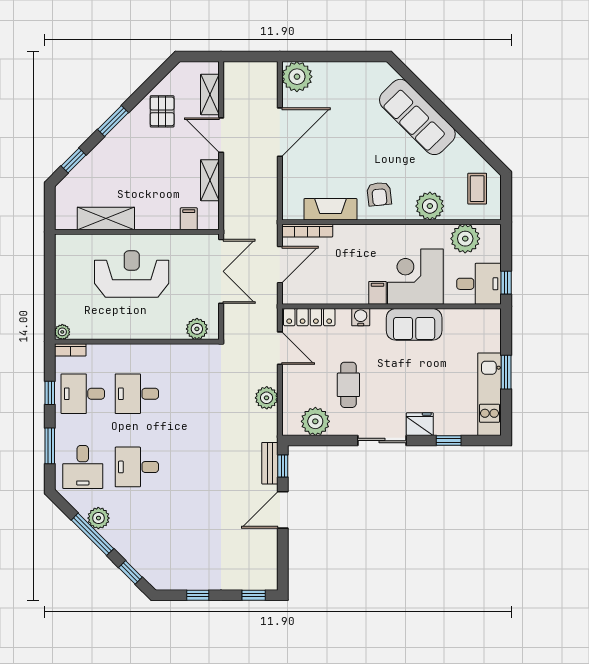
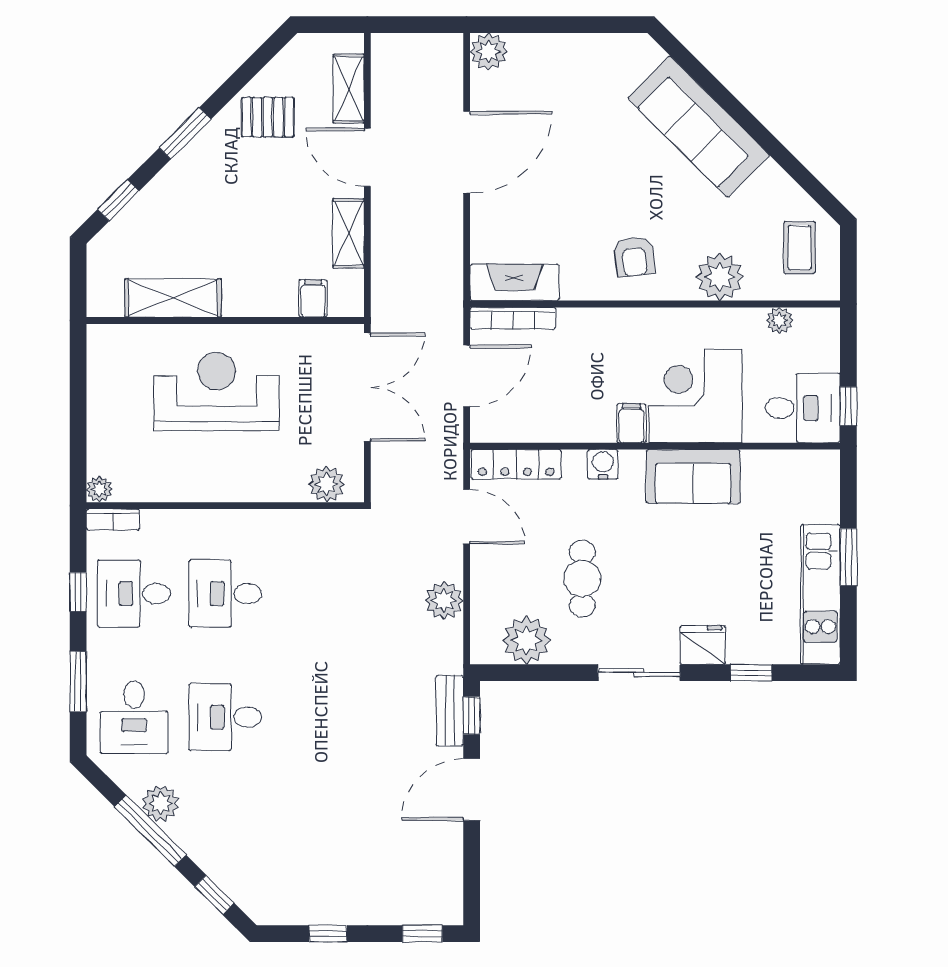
plant: (297, 77) -> (489, 52), width x0.73, depth x0.73
pallet: (162, 111) -> (268, 117), turned 90
fireplace: (330, 209) -> (514, 282), moved
plant: (465, 239) -> (779, 320), width x0.53, depth x0.53

